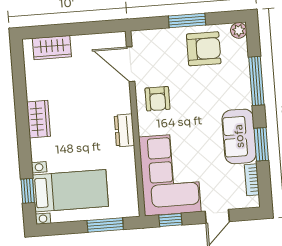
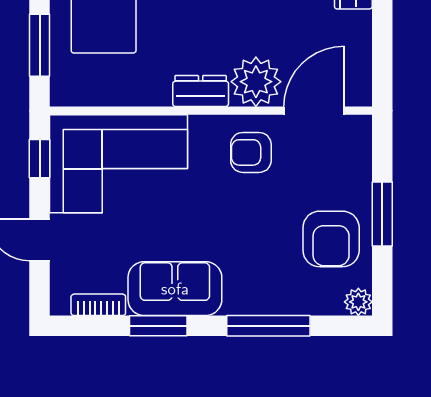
plant: (117, 99) -> (256, 82), added

